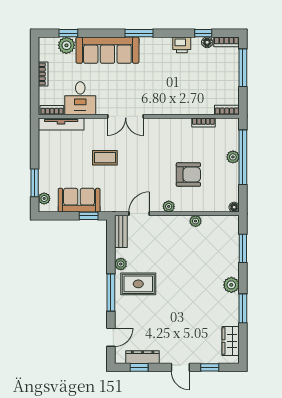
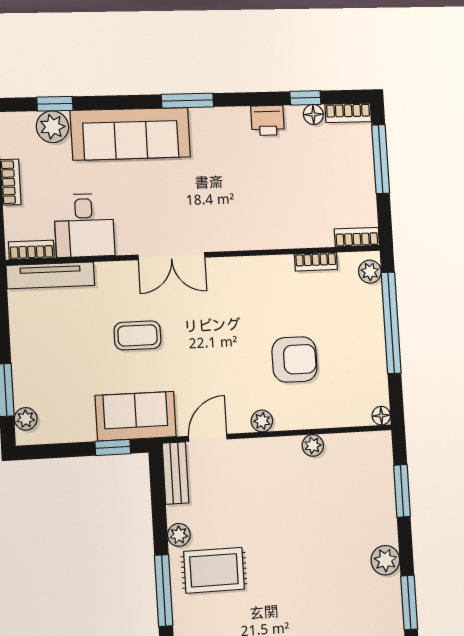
plant: (233, 157) -> (370, 272), moved
sofa: (79, 200) -> (136, 416), moved

